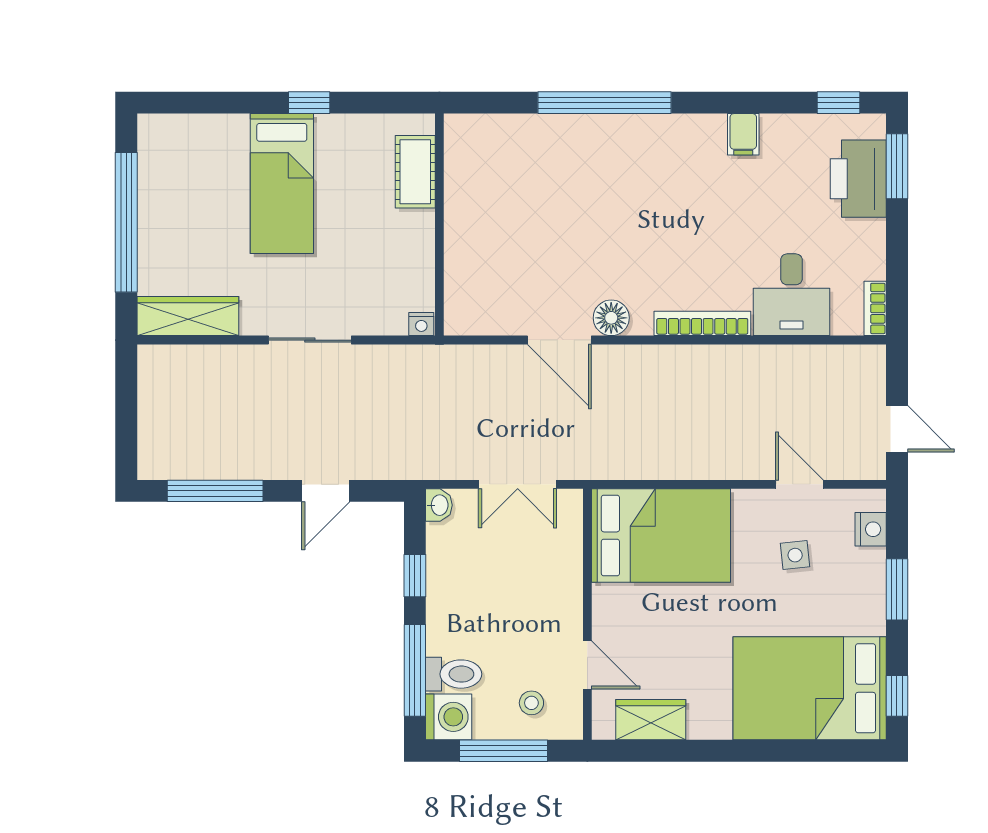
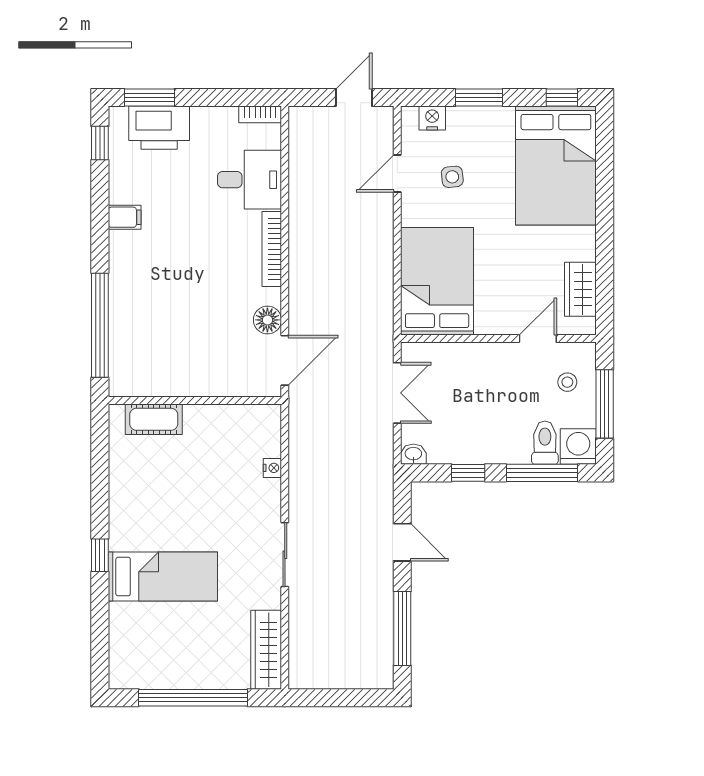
cot: (415, 172) -> (154, 419), moved
wall: (439, 225) -> (195, 400), moved

